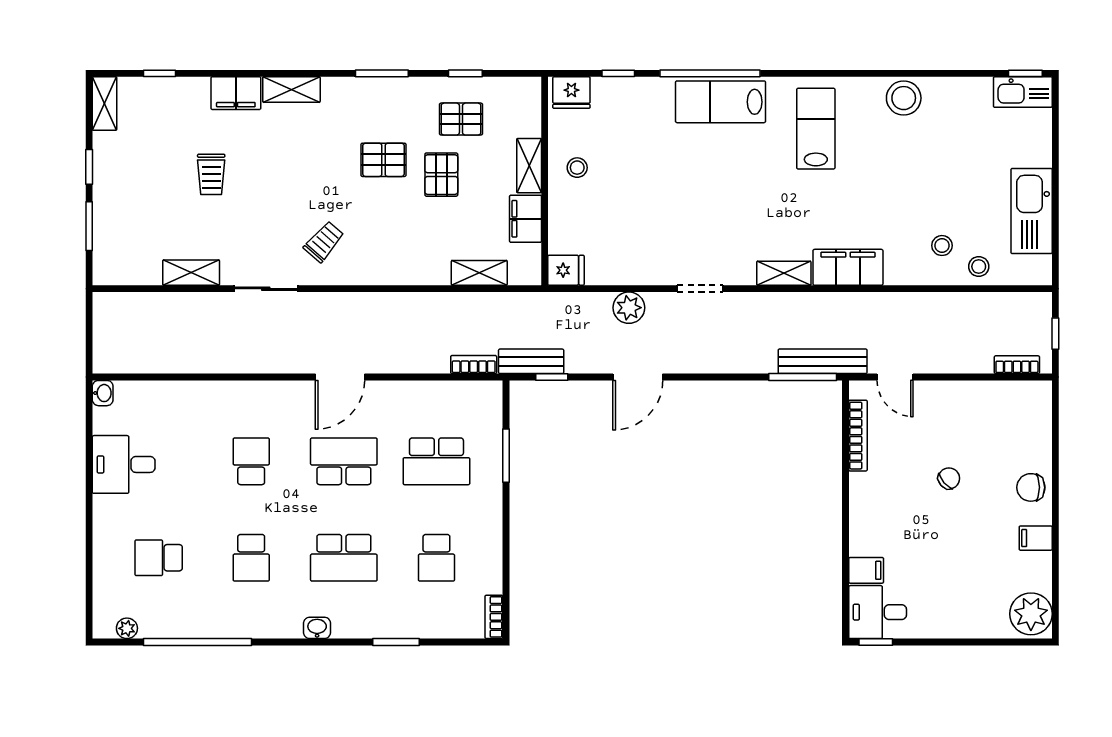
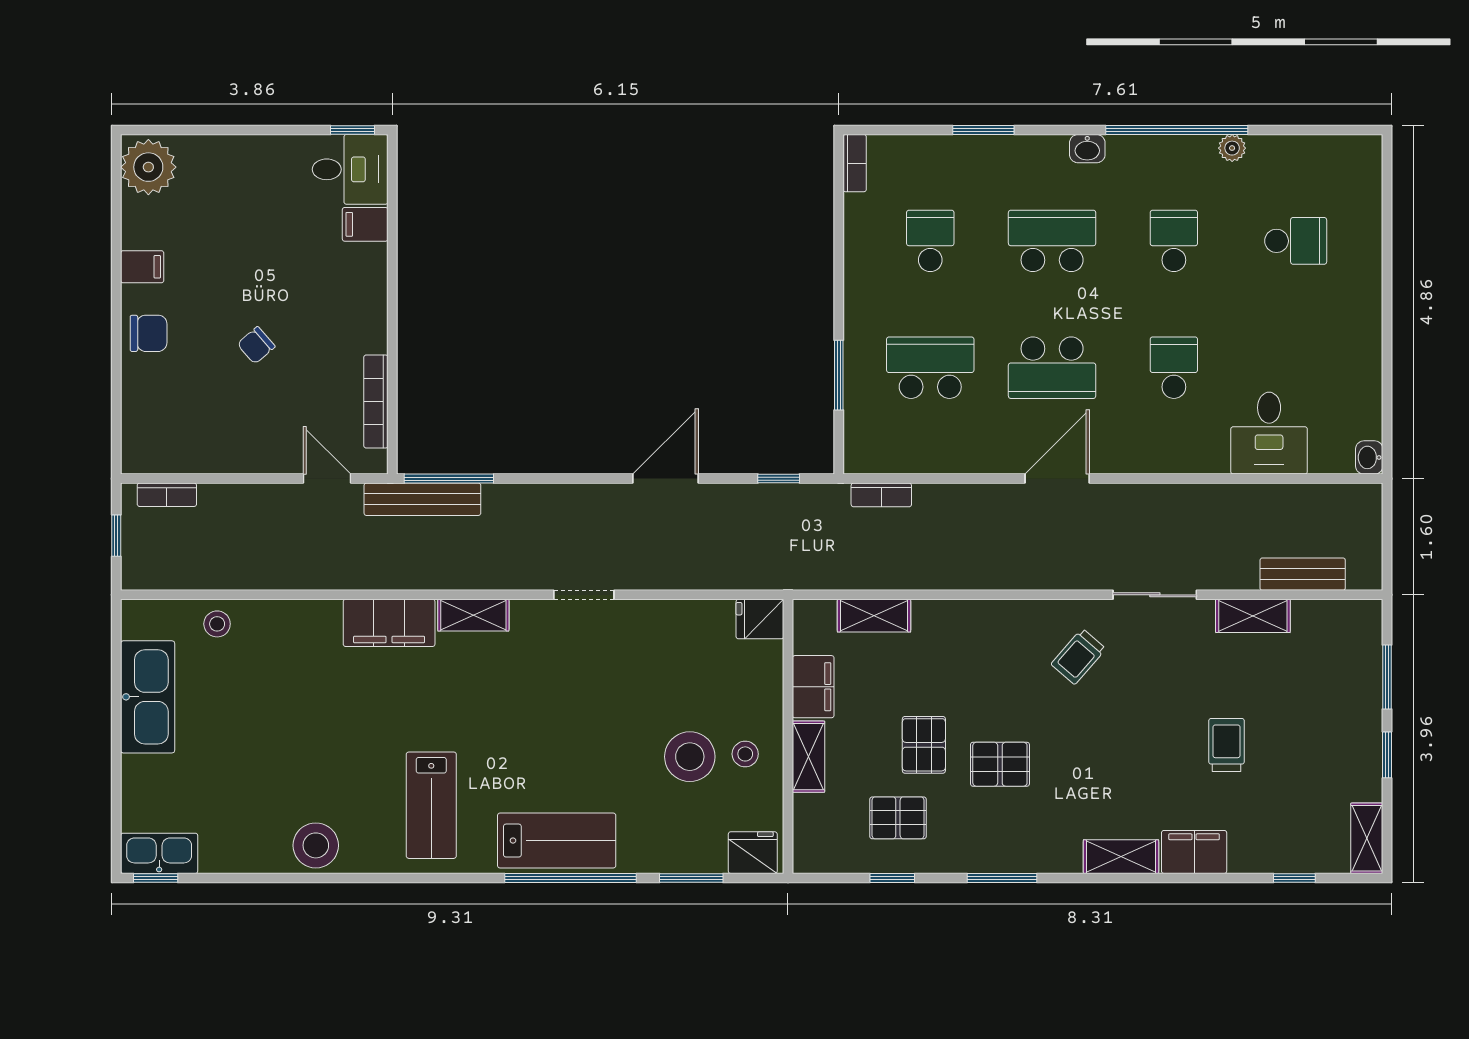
window: (618, 73) -> (691, 878), width x1.50
stool: (942, 246) -> (690, 757), moved, width x1.89, depth x1.89
plant: (629, 308) -> (677, 570), removed
bench: (531, 361) -> (1303, 574), moved
school desk: (251, 461) -> (1174, 368), turned 180
desk: (124, 464) -> (1269, 433), moved, turned 90
plant: (127, 628) -> (1232, 148), moved
window: (198, 642) -> (1177, 130), moved

